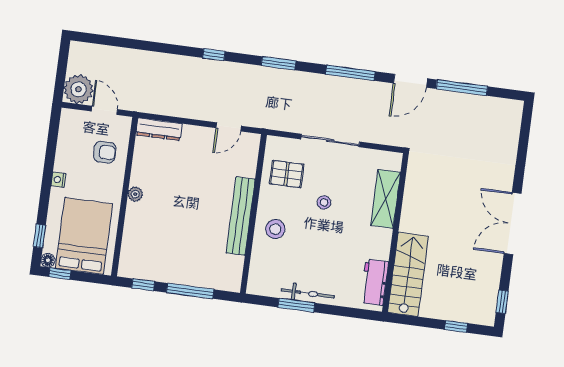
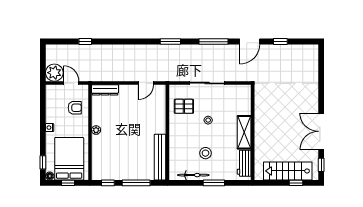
window: (214, 55) -> (85, 42), moved
window: (462, 88) -> (280, 42), width x0.46
shelving: (386, 199) -> (244, 132), moved
bench: (241, 216) -> (160, 157), moved
double door: (513, 224) -> (321, 131), moved
stool: (275, 229) -> (205, 153), moved
window: (60, 274) -> (68, 183), moved
stairs: (408, 274) -> (288, 171), moved, turned -90
bicycle: (308, 293) -> (193, 175), moved
window: (296, 305) -> (214, 183), moved

